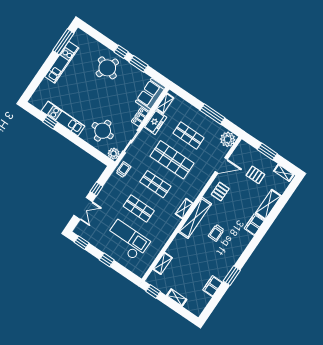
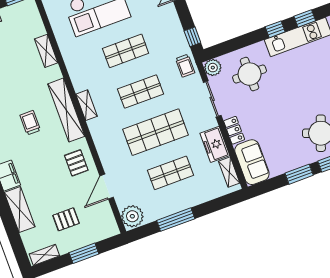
window: (68, 134) -> (275, 29), added
window: (96, 189) -> (192, 37), moved
shelving: (163, 263) -> (46, 51), moved

